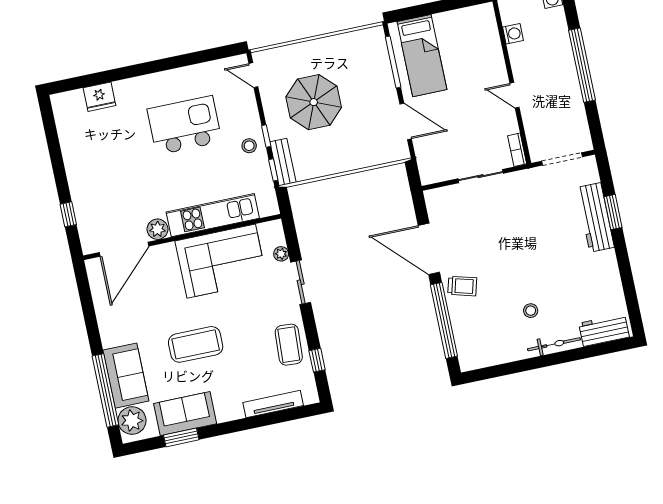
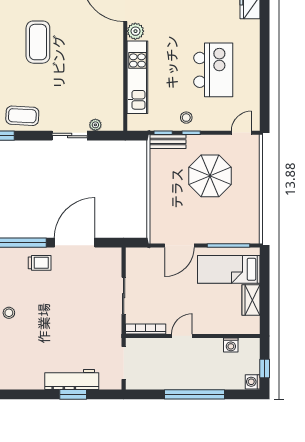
wardrobe: (453, 21) -> (251, 300), added
bookcase: (517, 150) -> (146, 329), width x1.56
corner sofa: (221, 261) -> (100, 76), removed
trolley: (462, 286) -> (40, 263), turned -105

